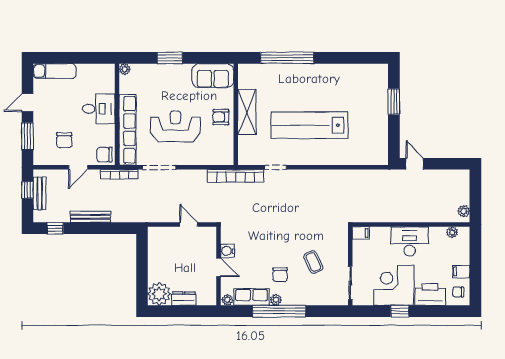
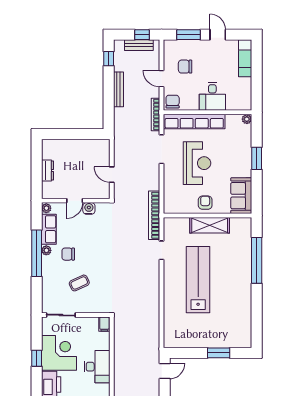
door: (189, 225) -> (112, 175), swing flipped
plant: (159, 294) -> (51, 149), removed

